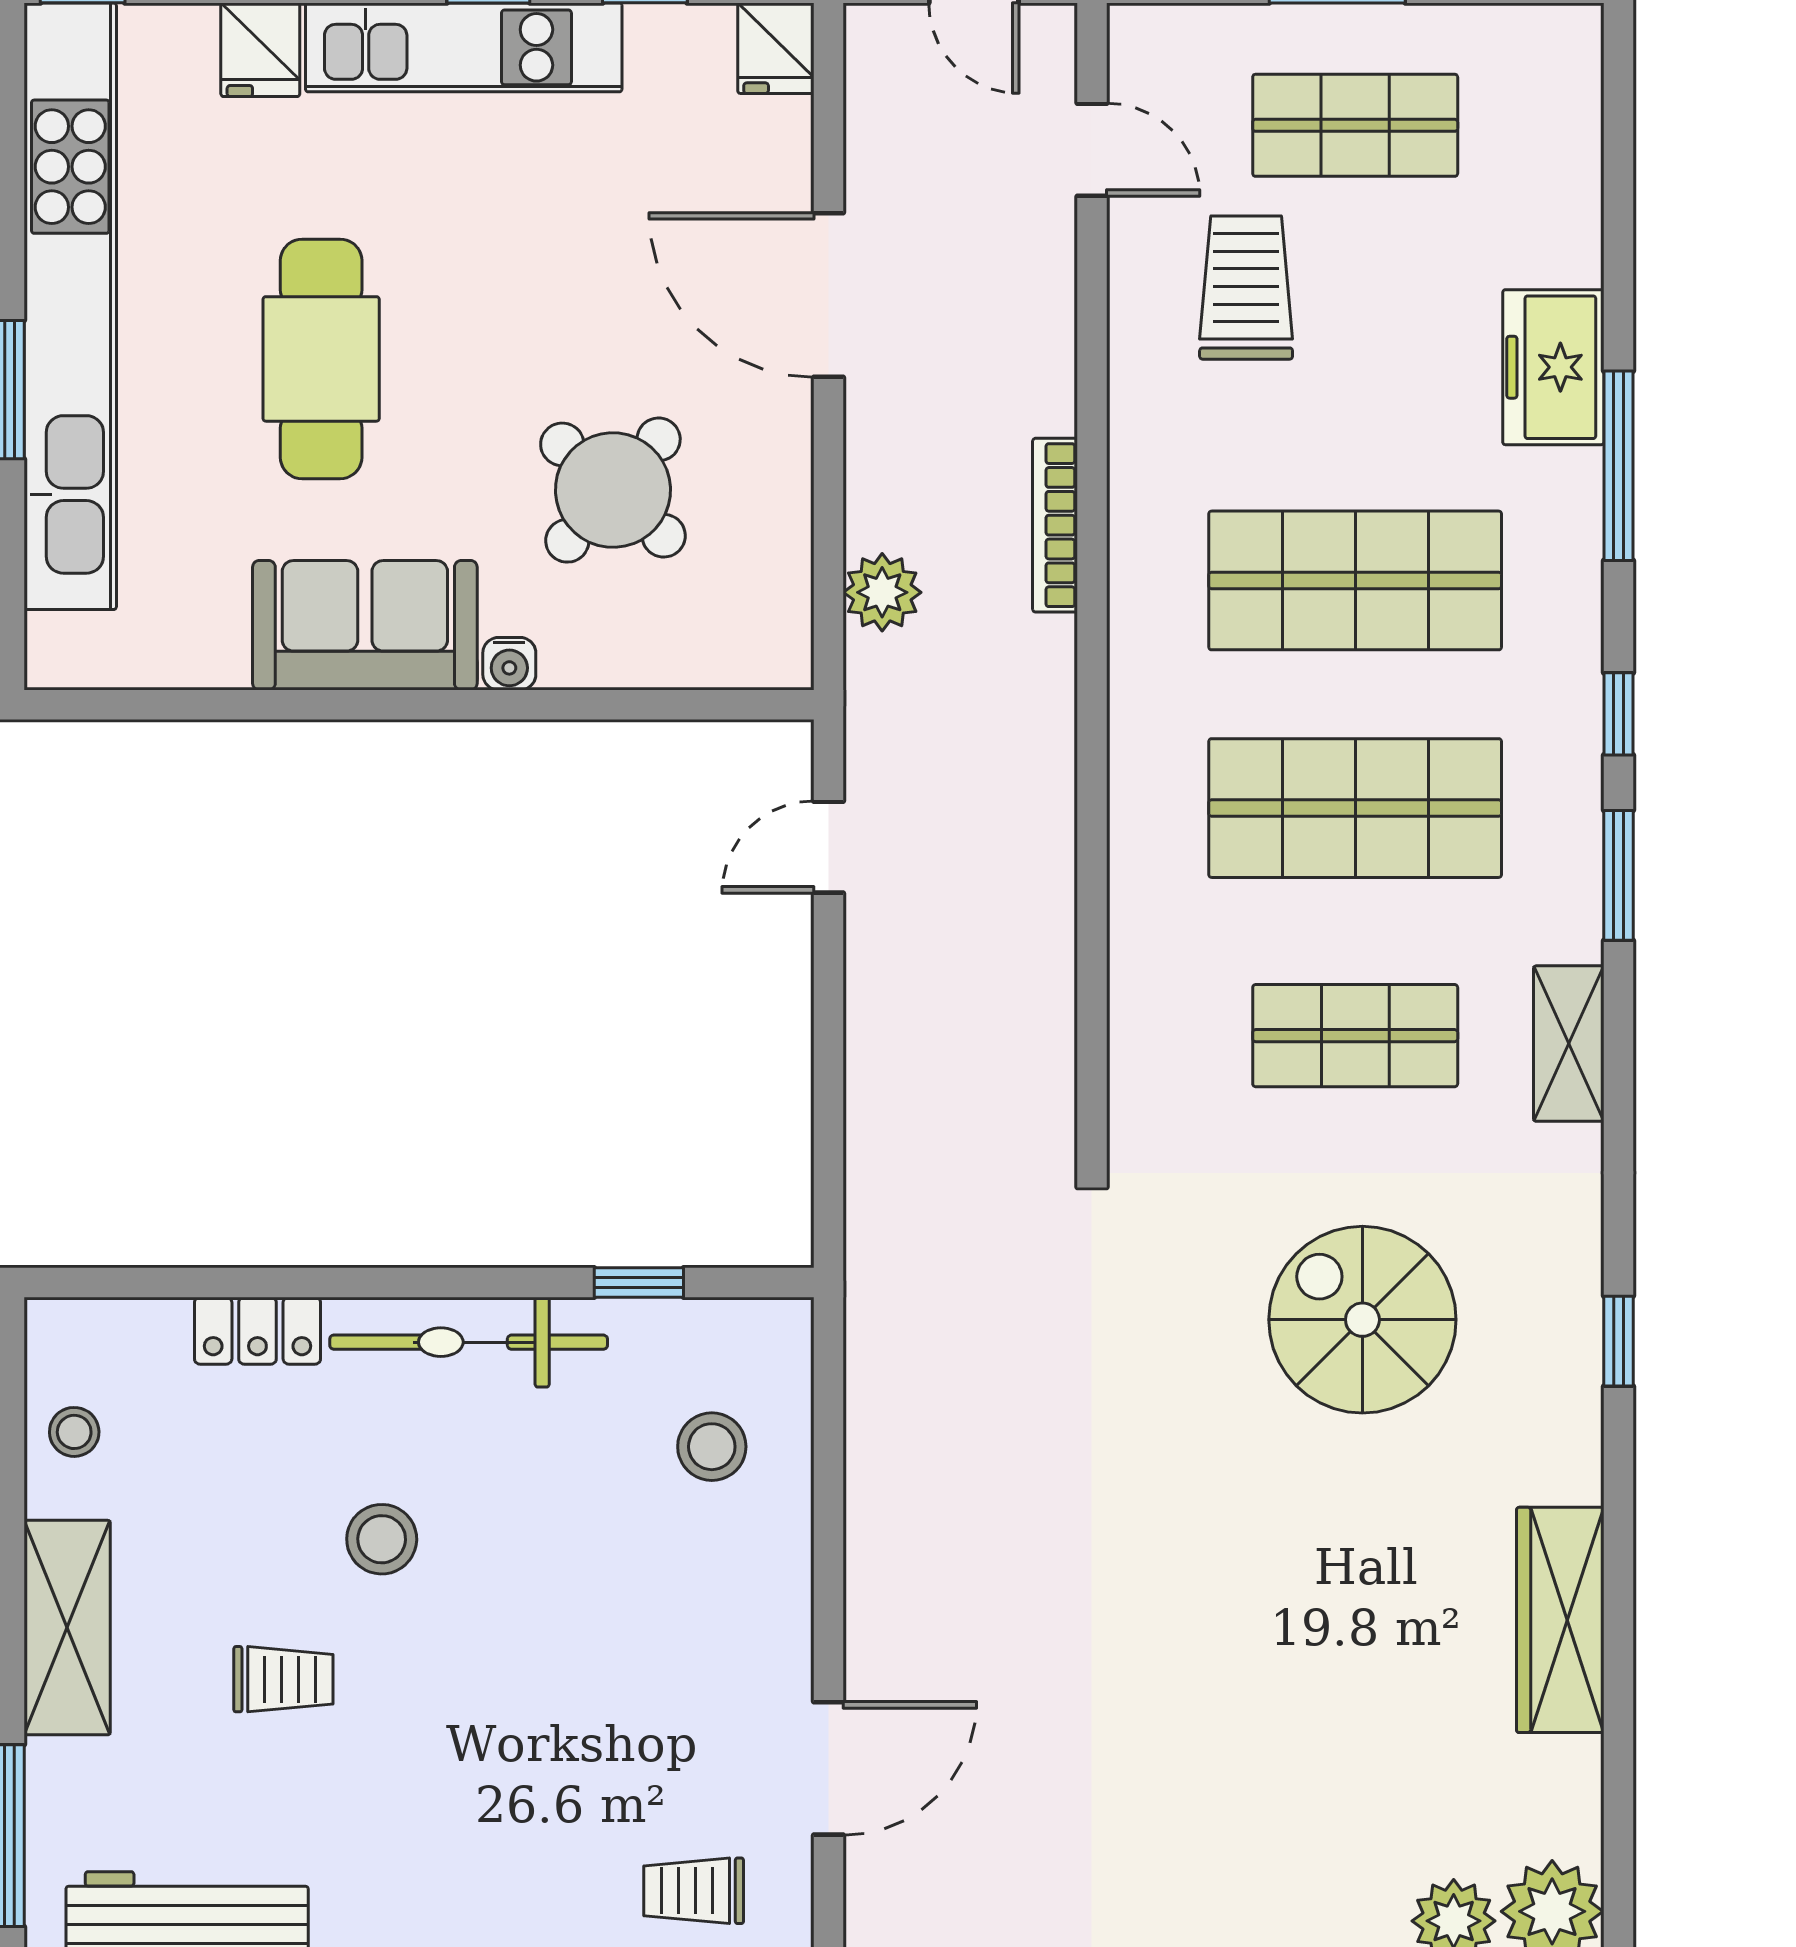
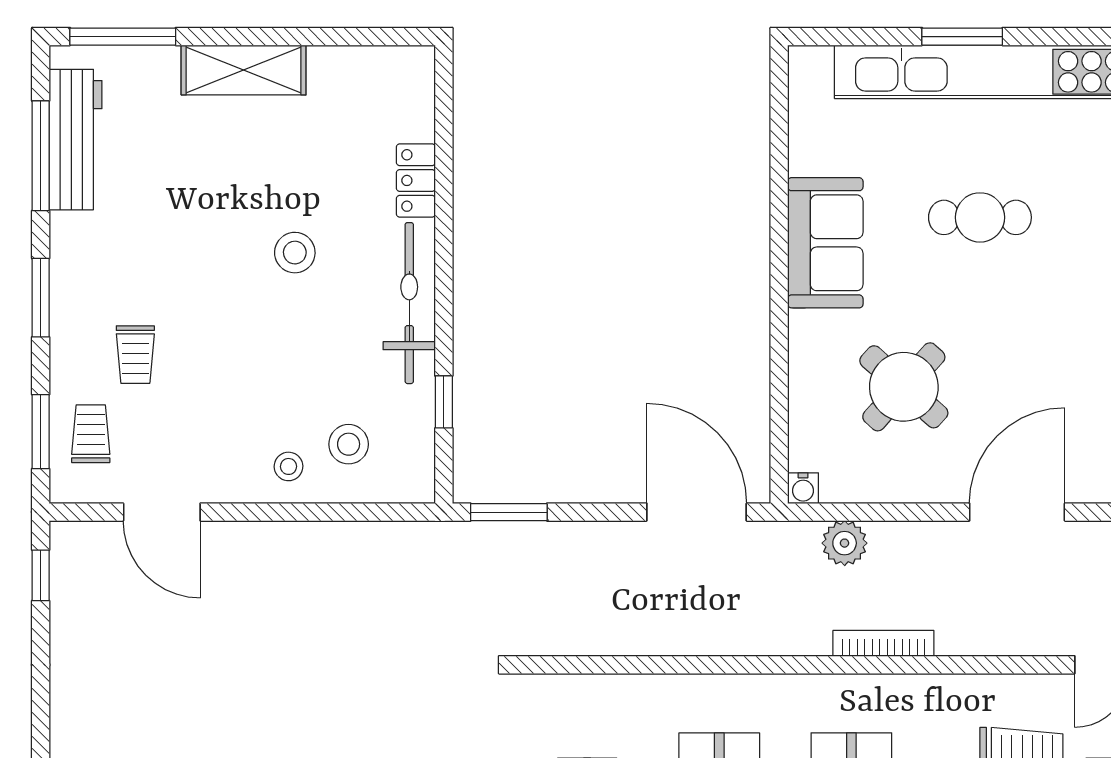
cafe table: (321, 359) -> (980, 217), width x0.73, depth x0.74
water cooler: (509, 664) -> (803, 488), moved, turned -90
door: (829, 847) -> (697, 512), width x1.88
window: (829, 1171) -> (509, 512), added
stool: (74, 1432) -> (289, 466), moved
trolley: (283, 1679) -> (135, 355), moved

